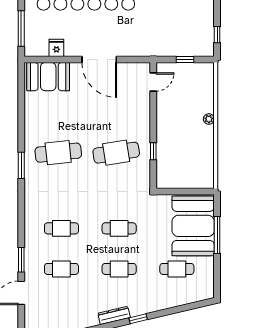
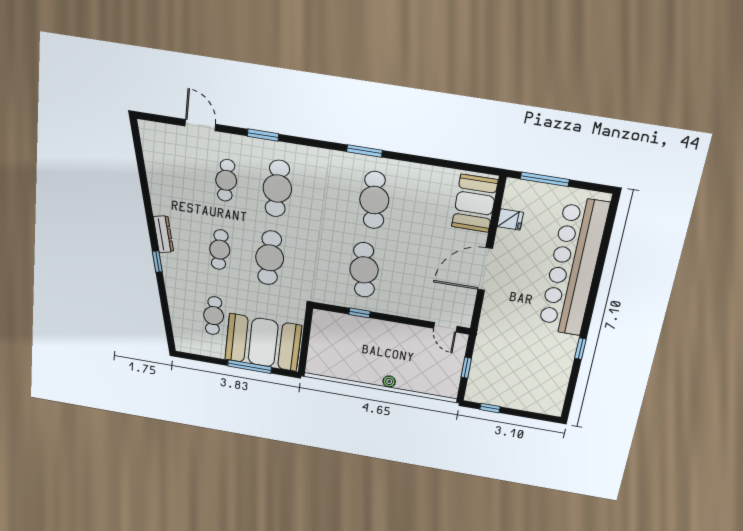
cafe table: (61, 228) -> (277, 189), width x1.37, depth x1.35
cafe table: (119, 228) -> (270, 258), width x1.37, depth x1.35
window: (21, 260) -> (263, 135), moved

